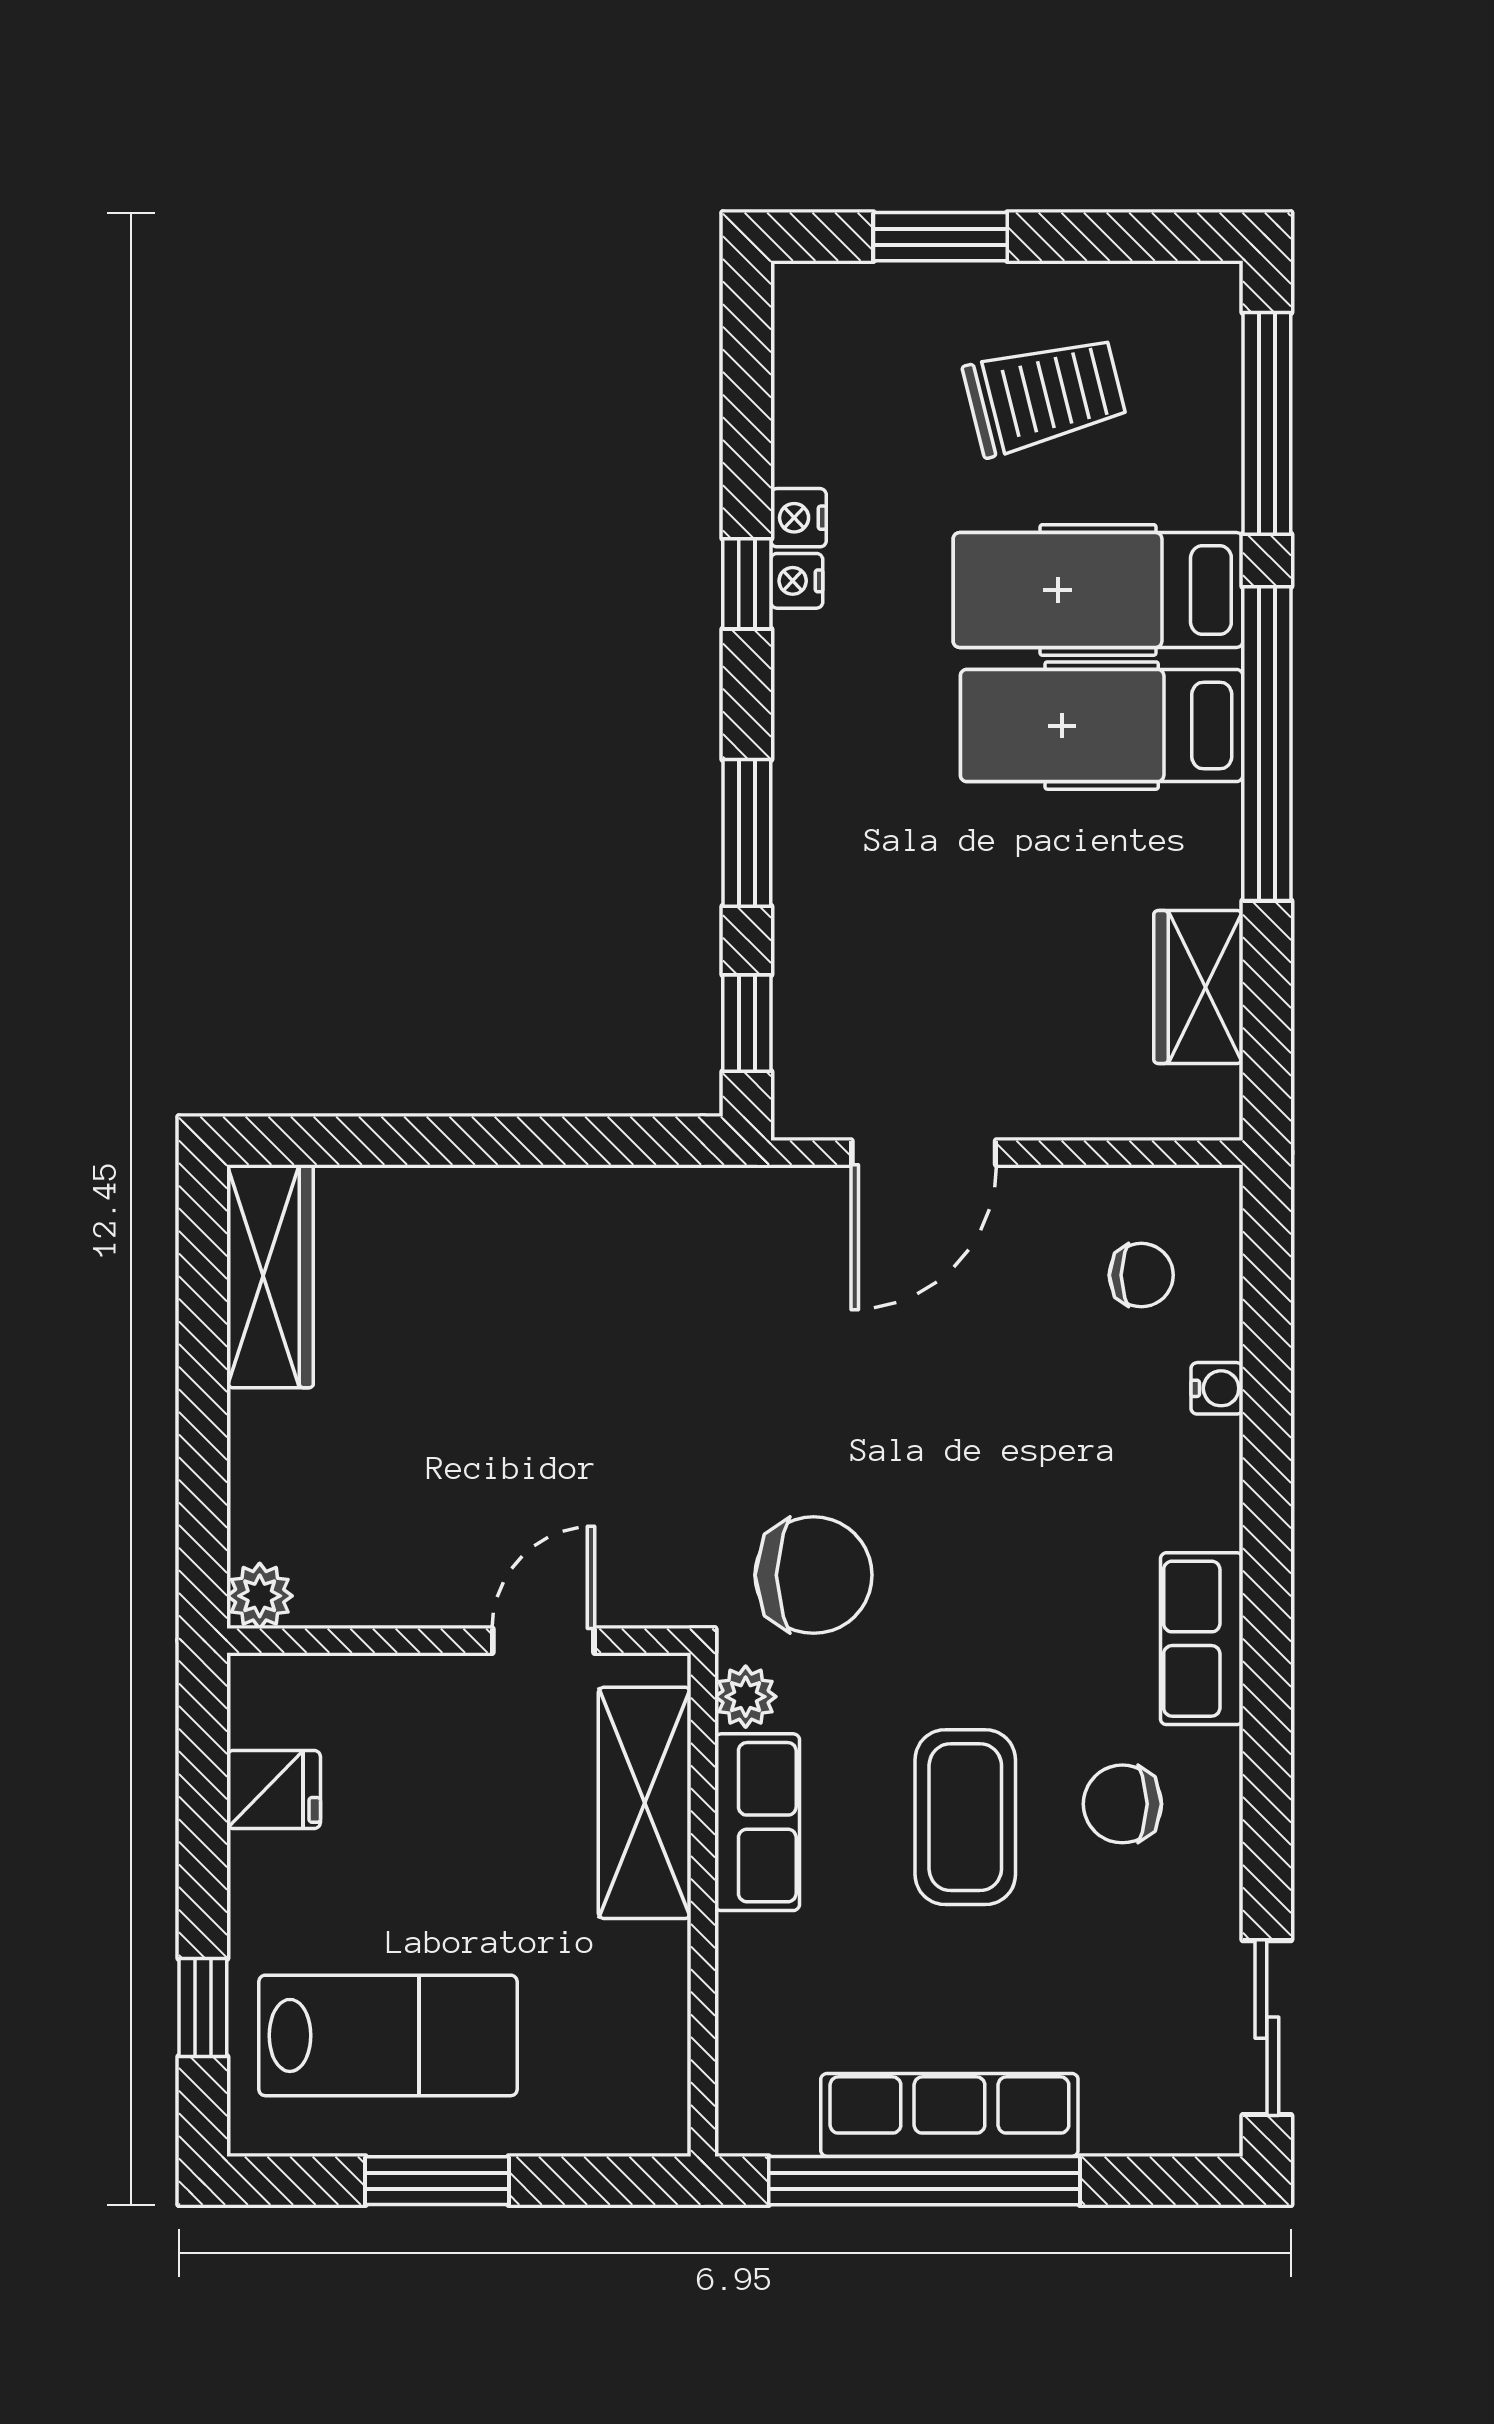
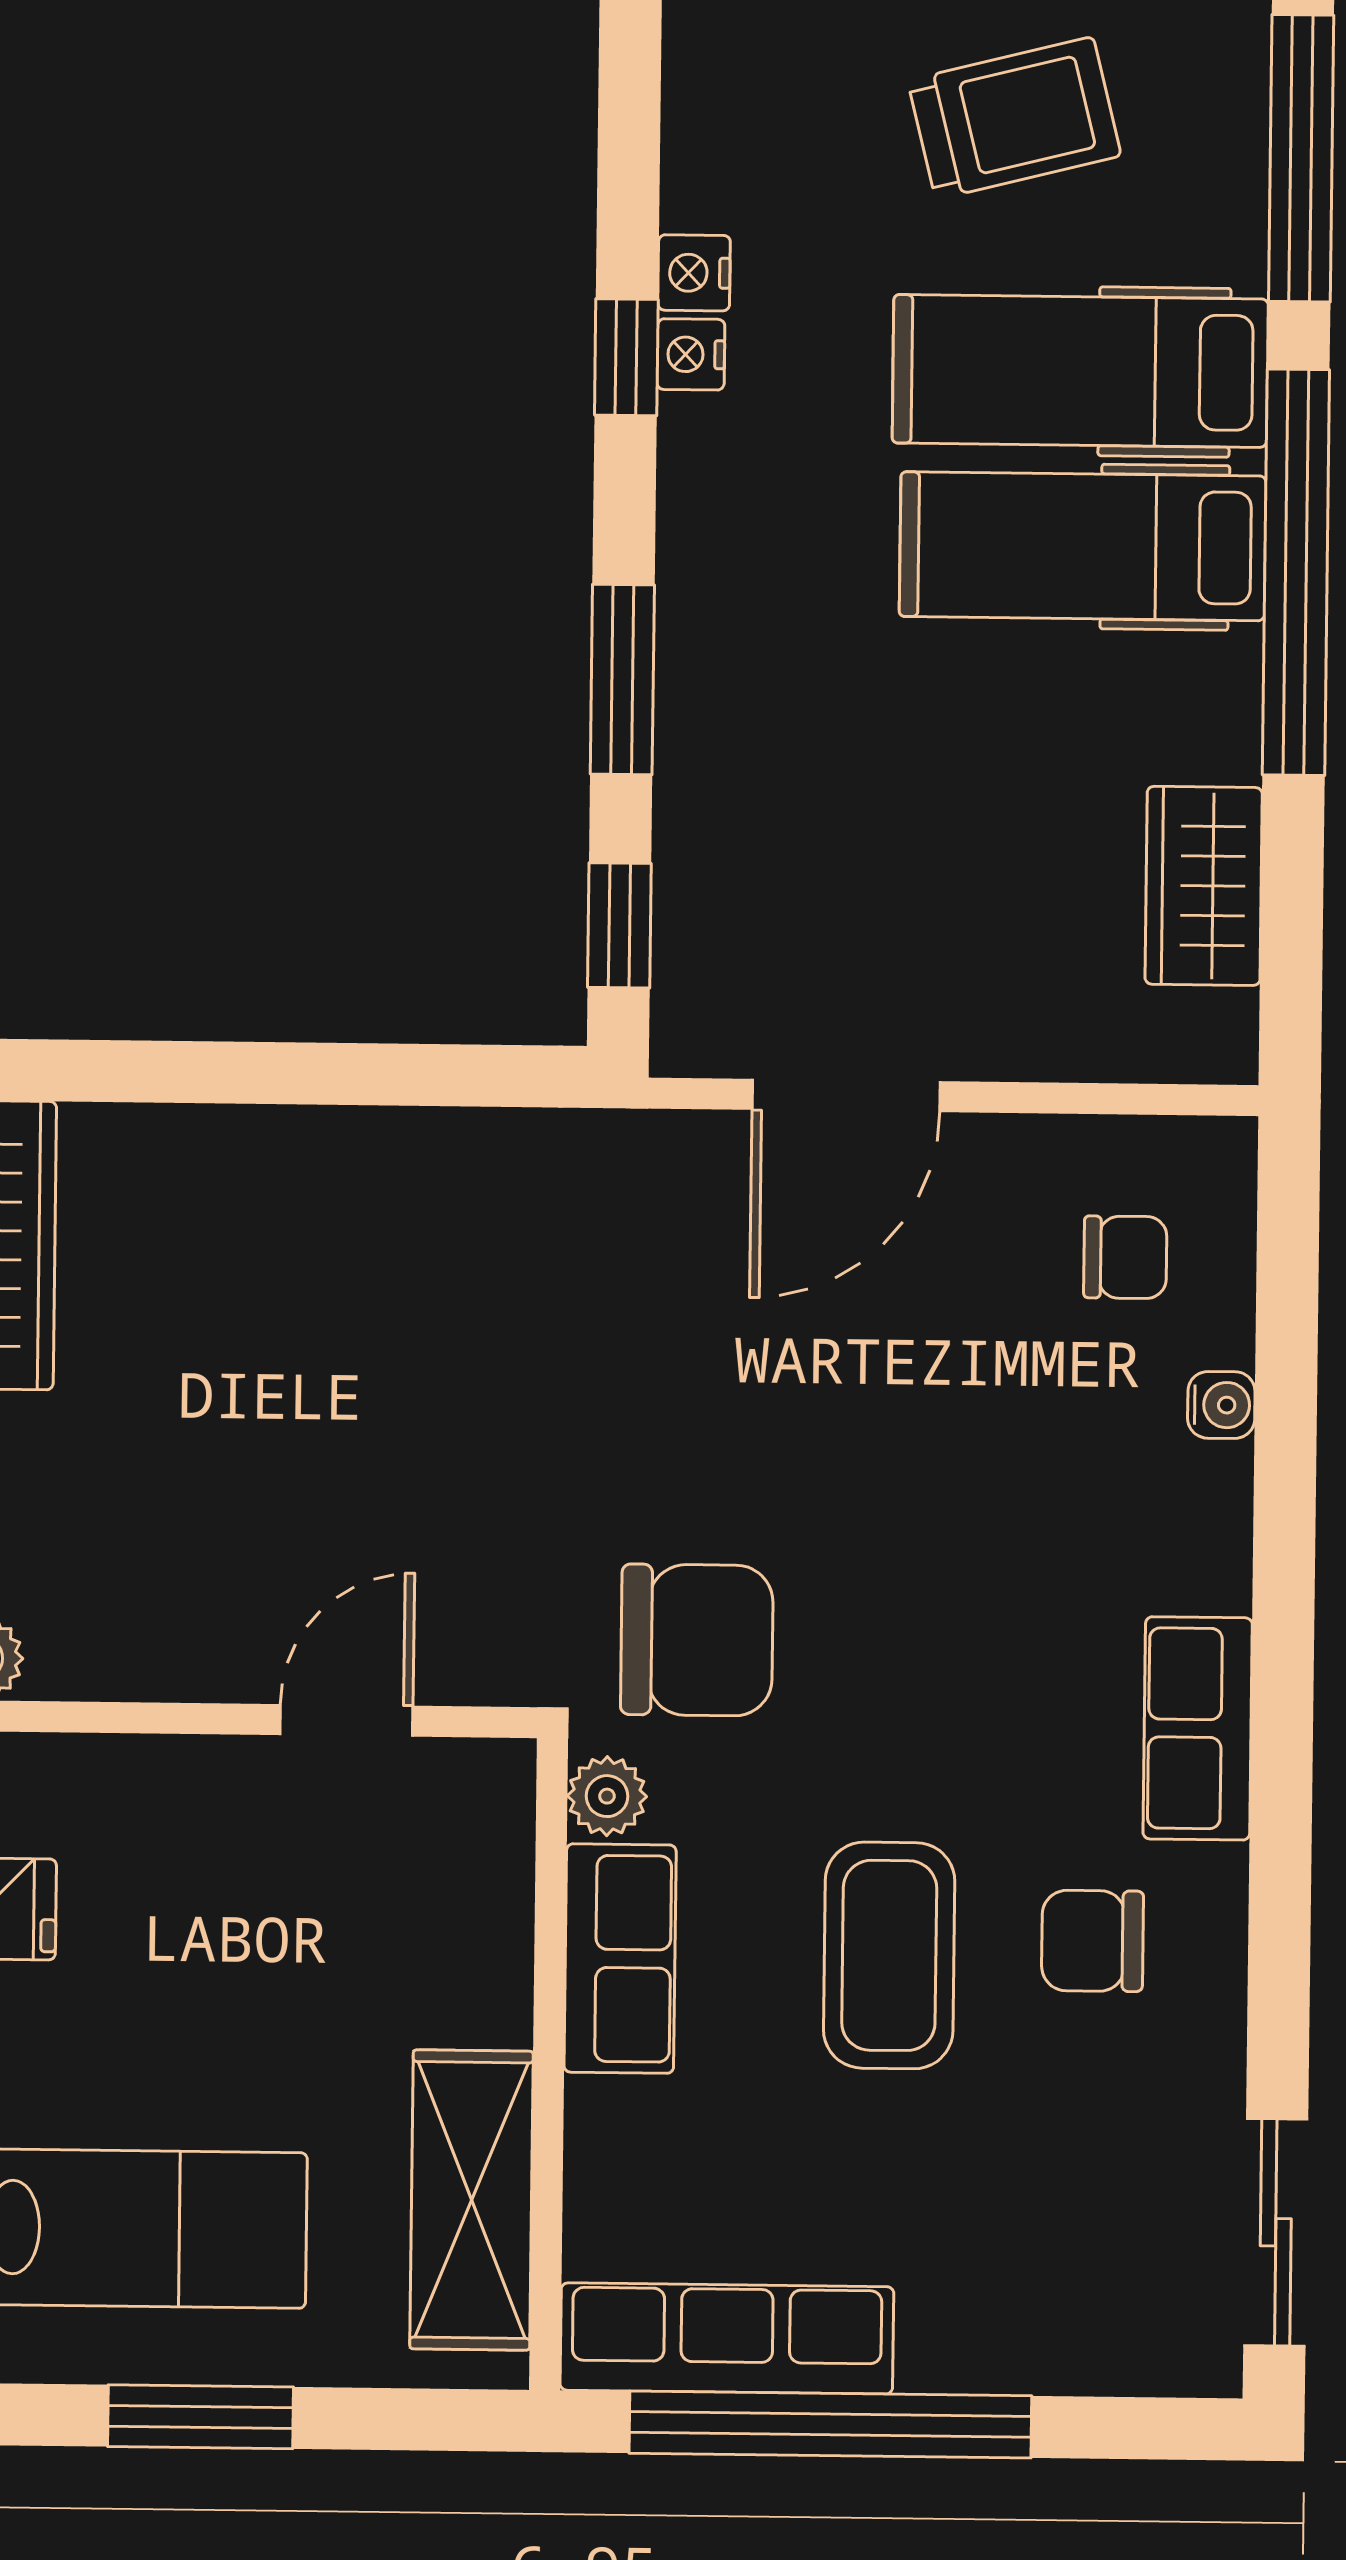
shelving: (645, 1803) -> (471, 2200), moved
row of seats: (949, 2115) -> (727, 2338), moved

